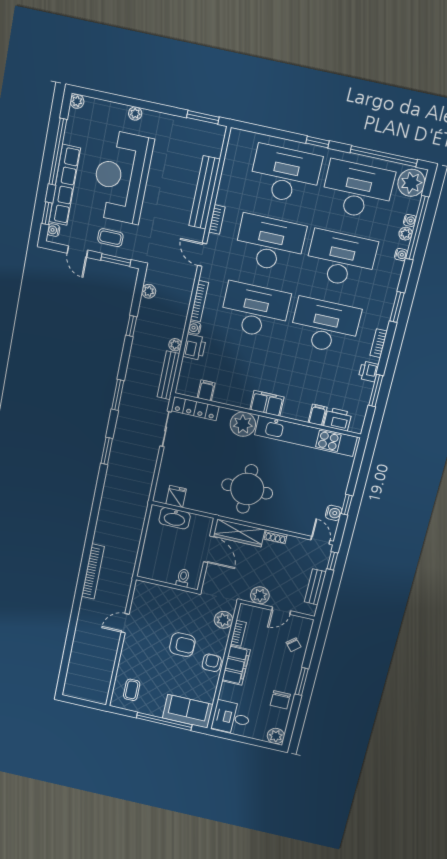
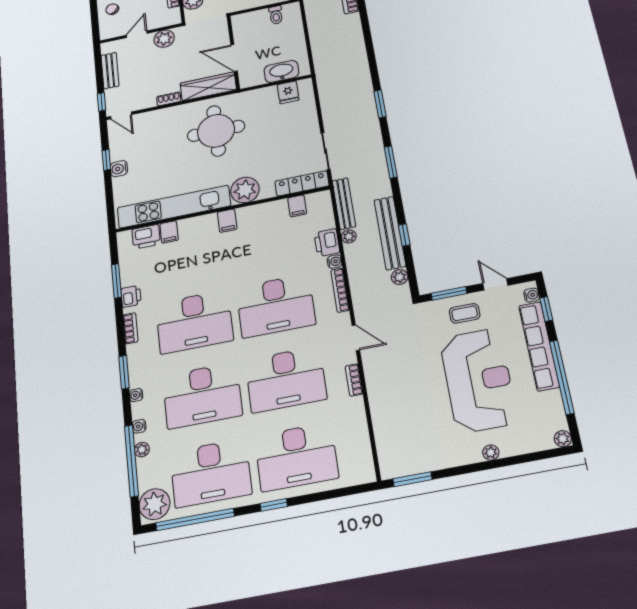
bench: (204, 193) -> (390, 233), moved
water cooler: (410, 220) -> (136, 395), moved
filing cabinet: (267, 403) -> (227, 221), width x0.50
water cooler: (334, 513) -> (119, 169), moved
toilet: (183, 578) -> (276, 15), moved

